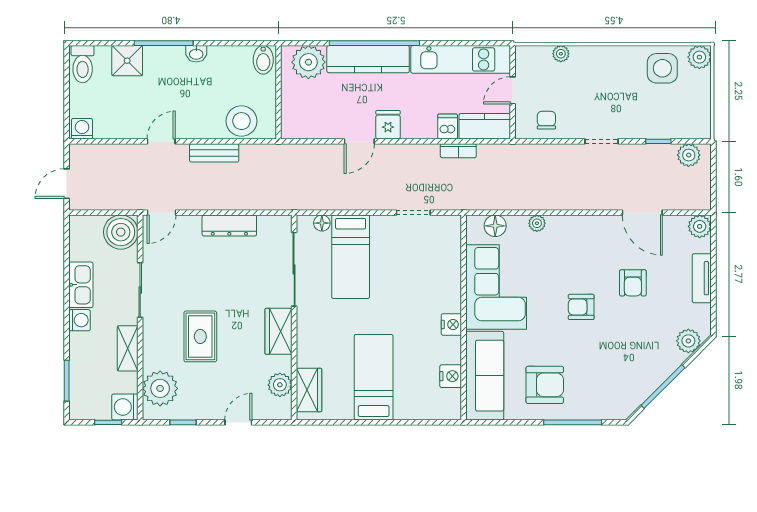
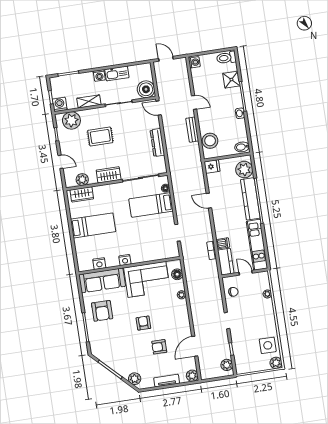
fridge: (388, 125) -> (212, 166), moved

